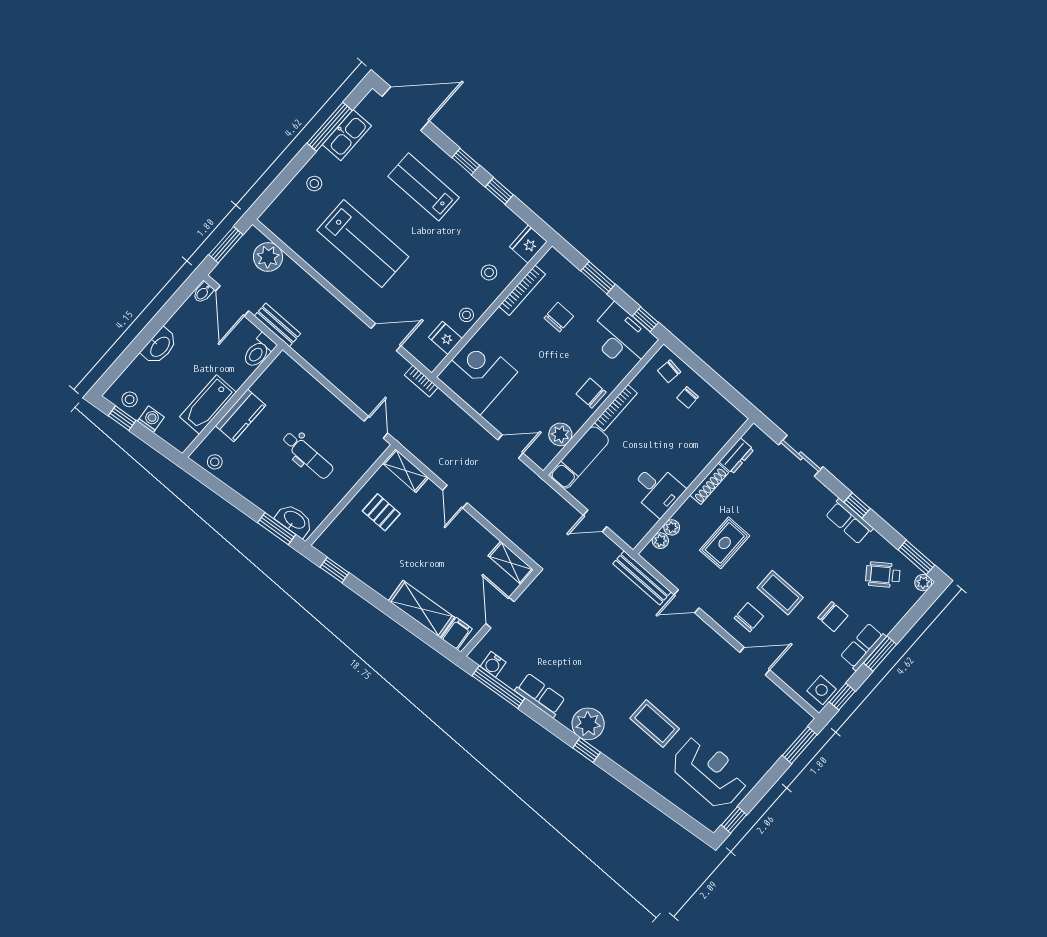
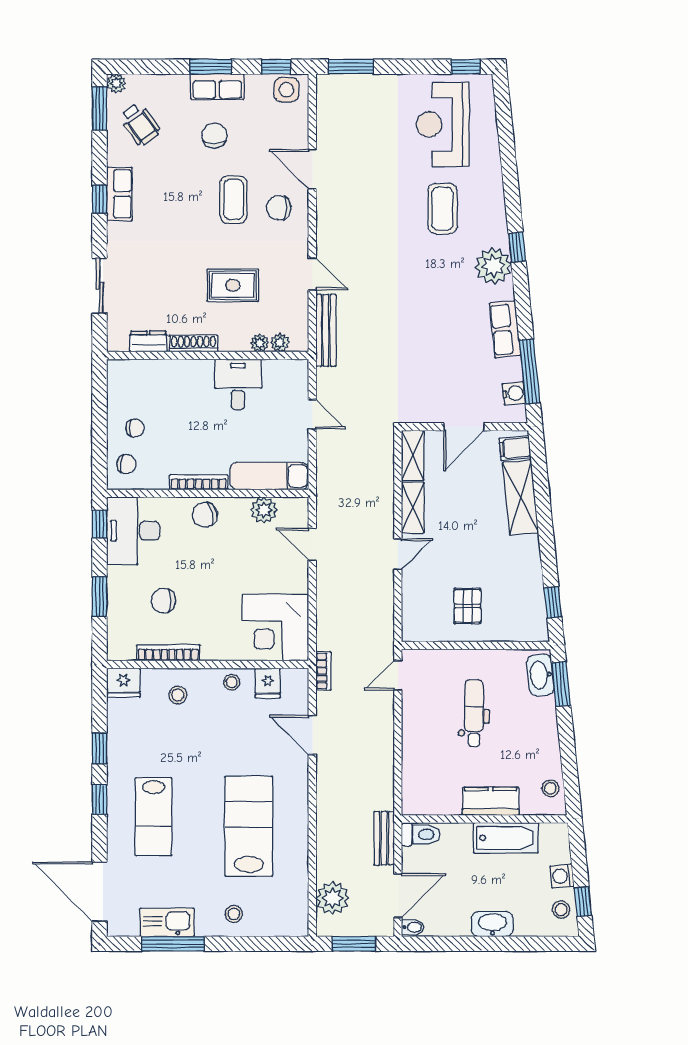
chair: (591, 393) -> (205, 515), turned 77
shelving: (406, 471) -> (413, 508), moved

